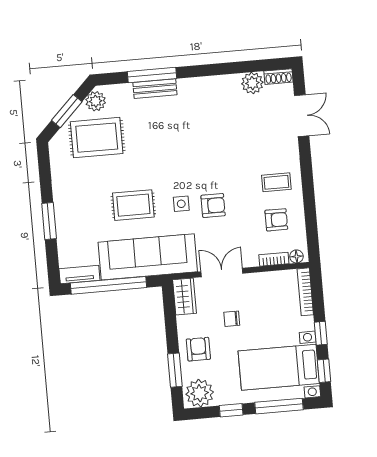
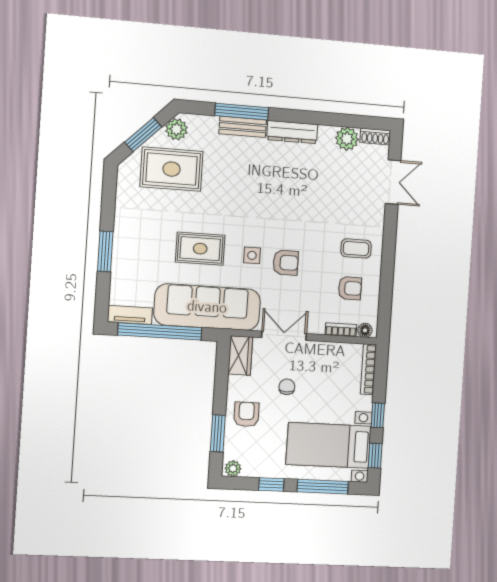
dresser: (201, 86) -> (292, 132), added
chair: (232, 319) -> (287, 387), turned 90
plant: (200, 393) -> (233, 469), width x0.53, depth x0.53

